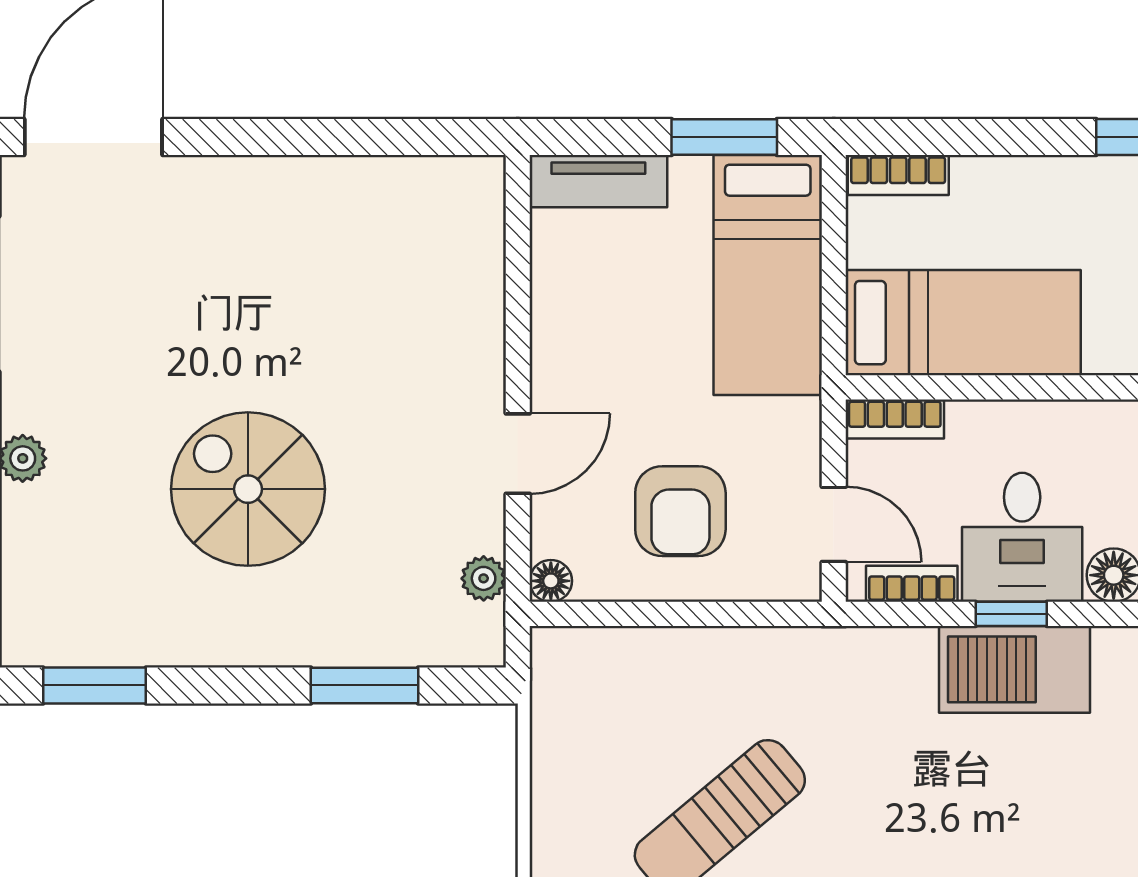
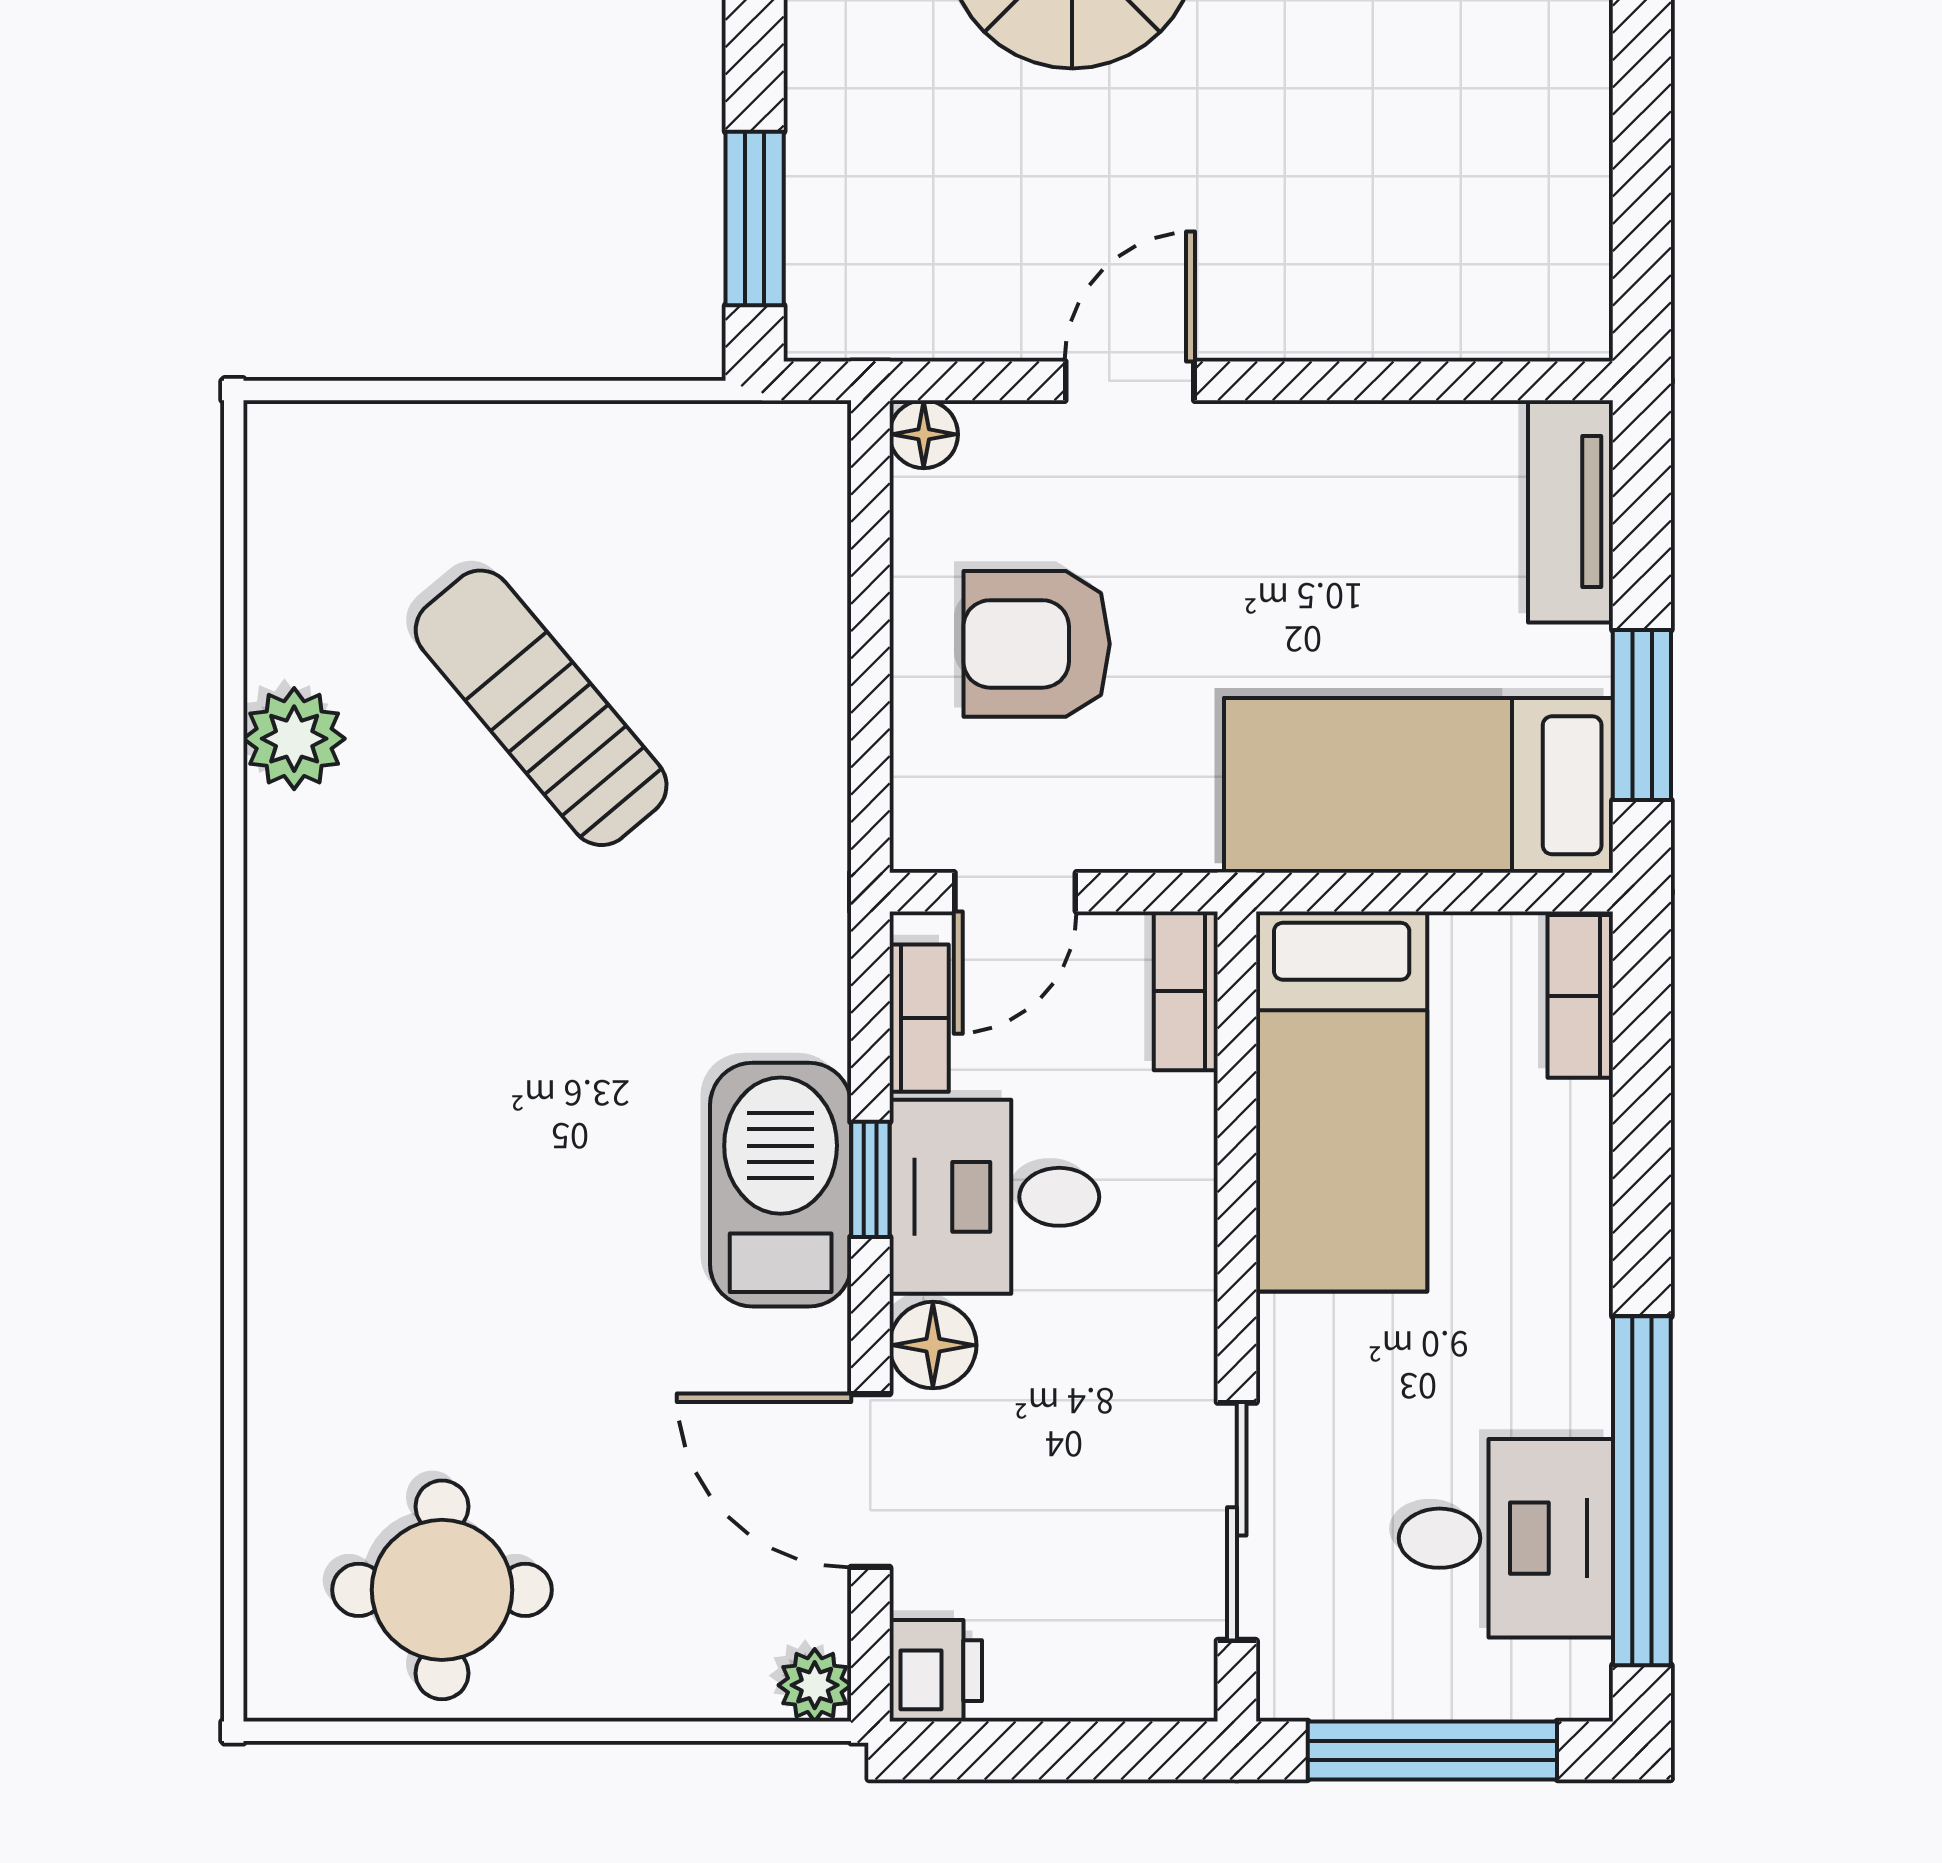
door: (518, 454) -> (1130, 381), swing flipped
plant: (484, 578) -> (928, 325), removed
window: (365, 685) -> (755, 219), moved

